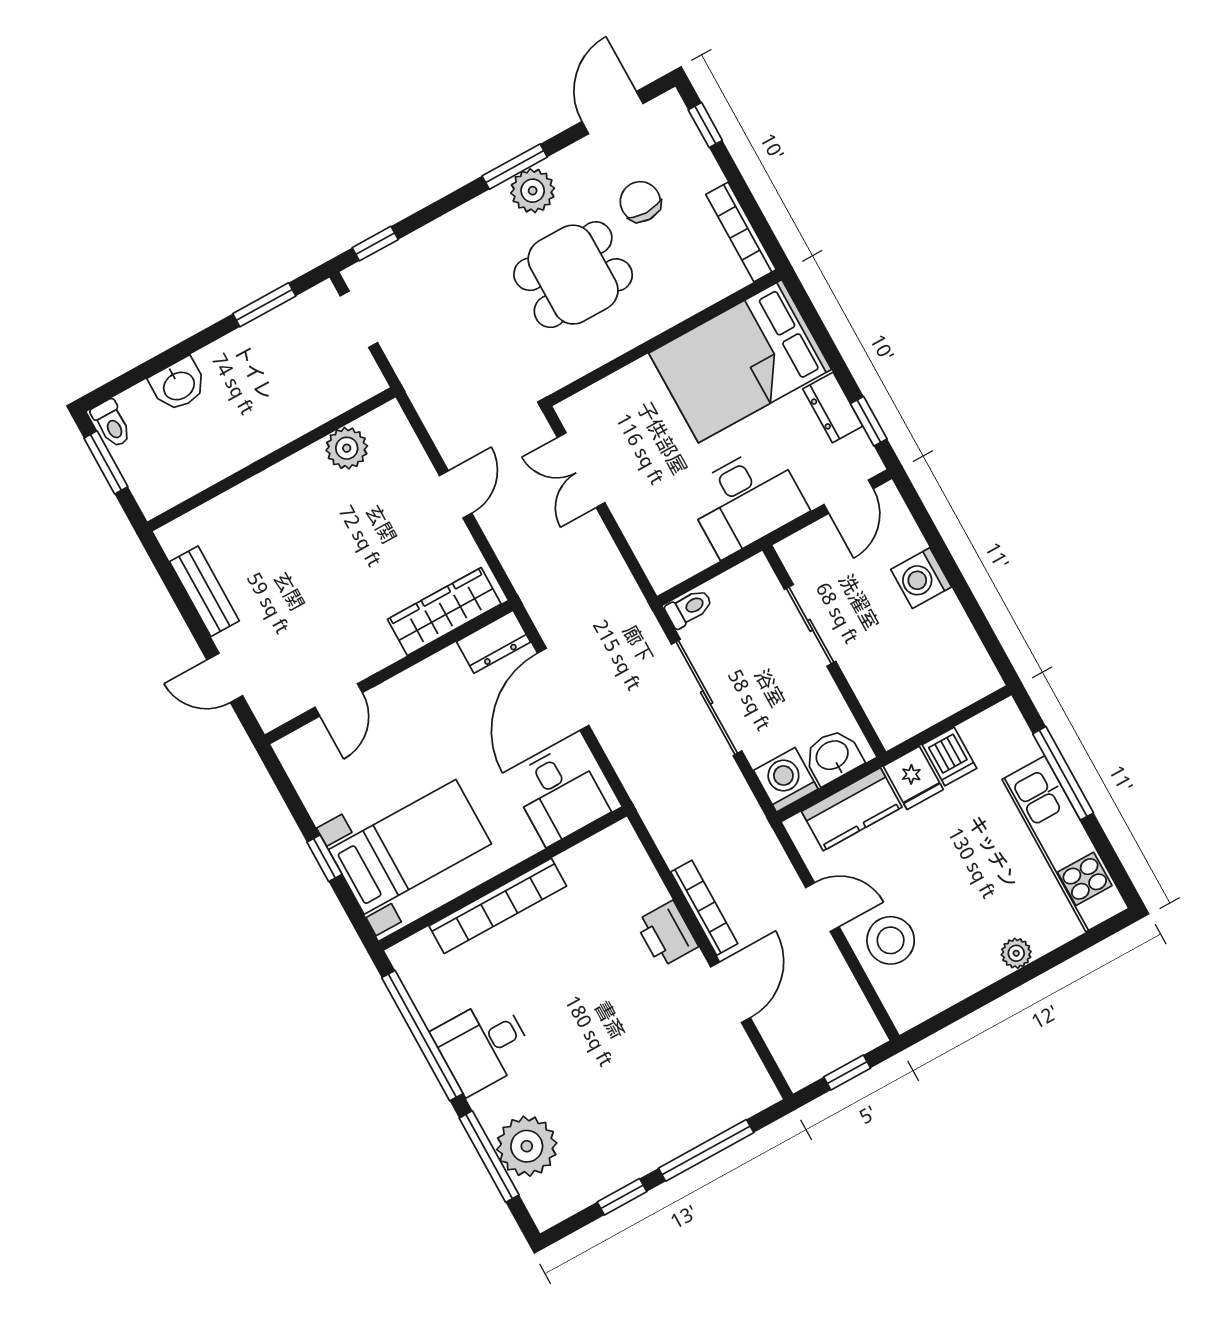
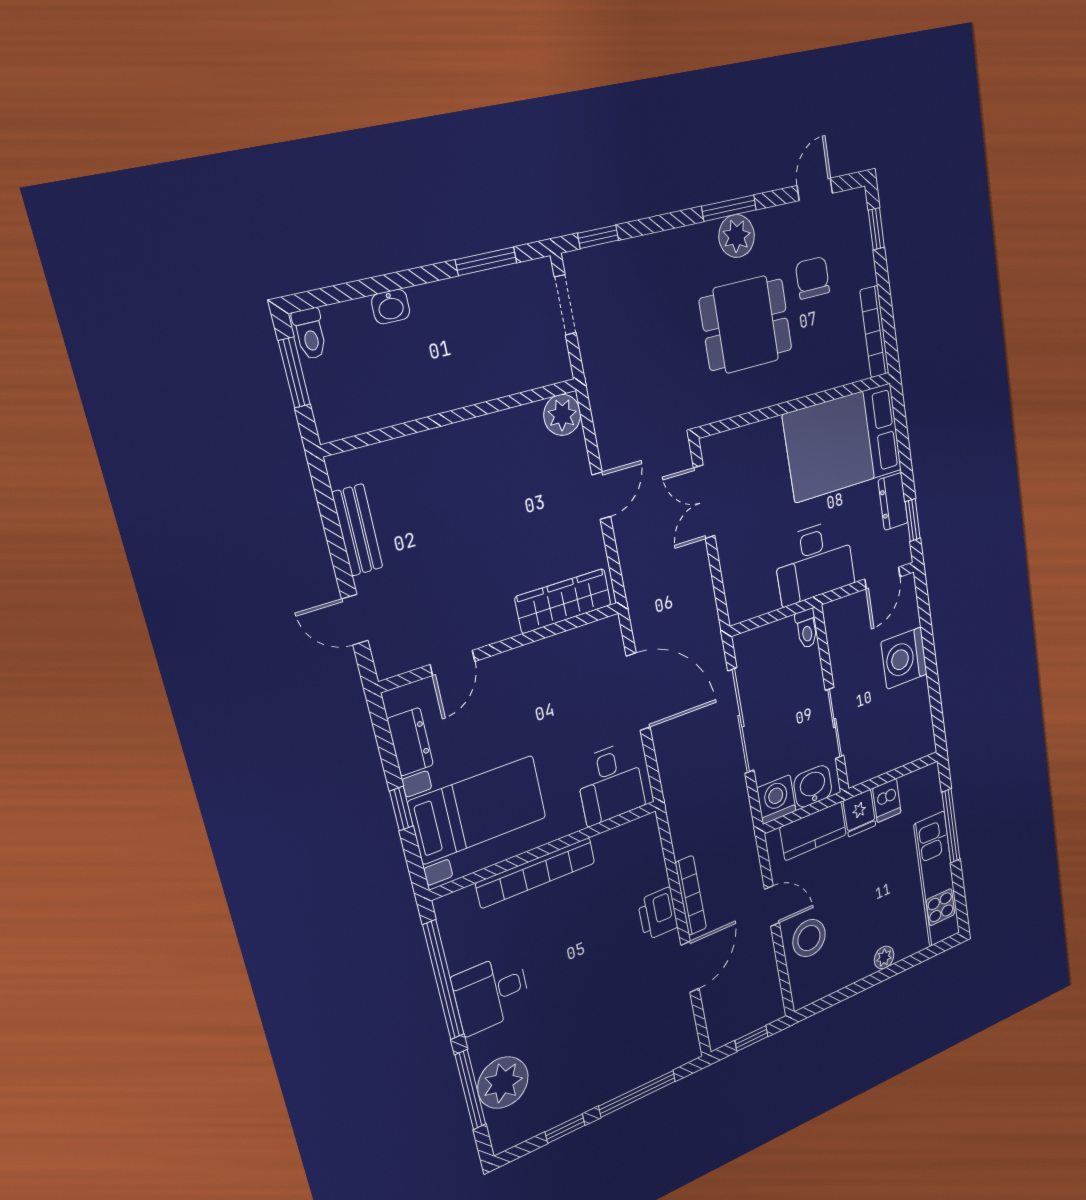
door: (613, 113) -> (815, 189), width x0.73
washbasin: (178, 385) -> (391, 307), width x0.72, depth x0.69
plant: (347, 448) -> (562, 415), moved
washing machine: (921, 578) -> (904, 658), width x1.37, depth x1.37
toilet: (689, 608) -> (807, 629), moved, turned 90
sliding door: (810, 625) -> (835, 723), moved
dresser: (493, 642) -> (410, 742), moved, turned -90
door: (563, 689) -> (638, 692), swing flipped

